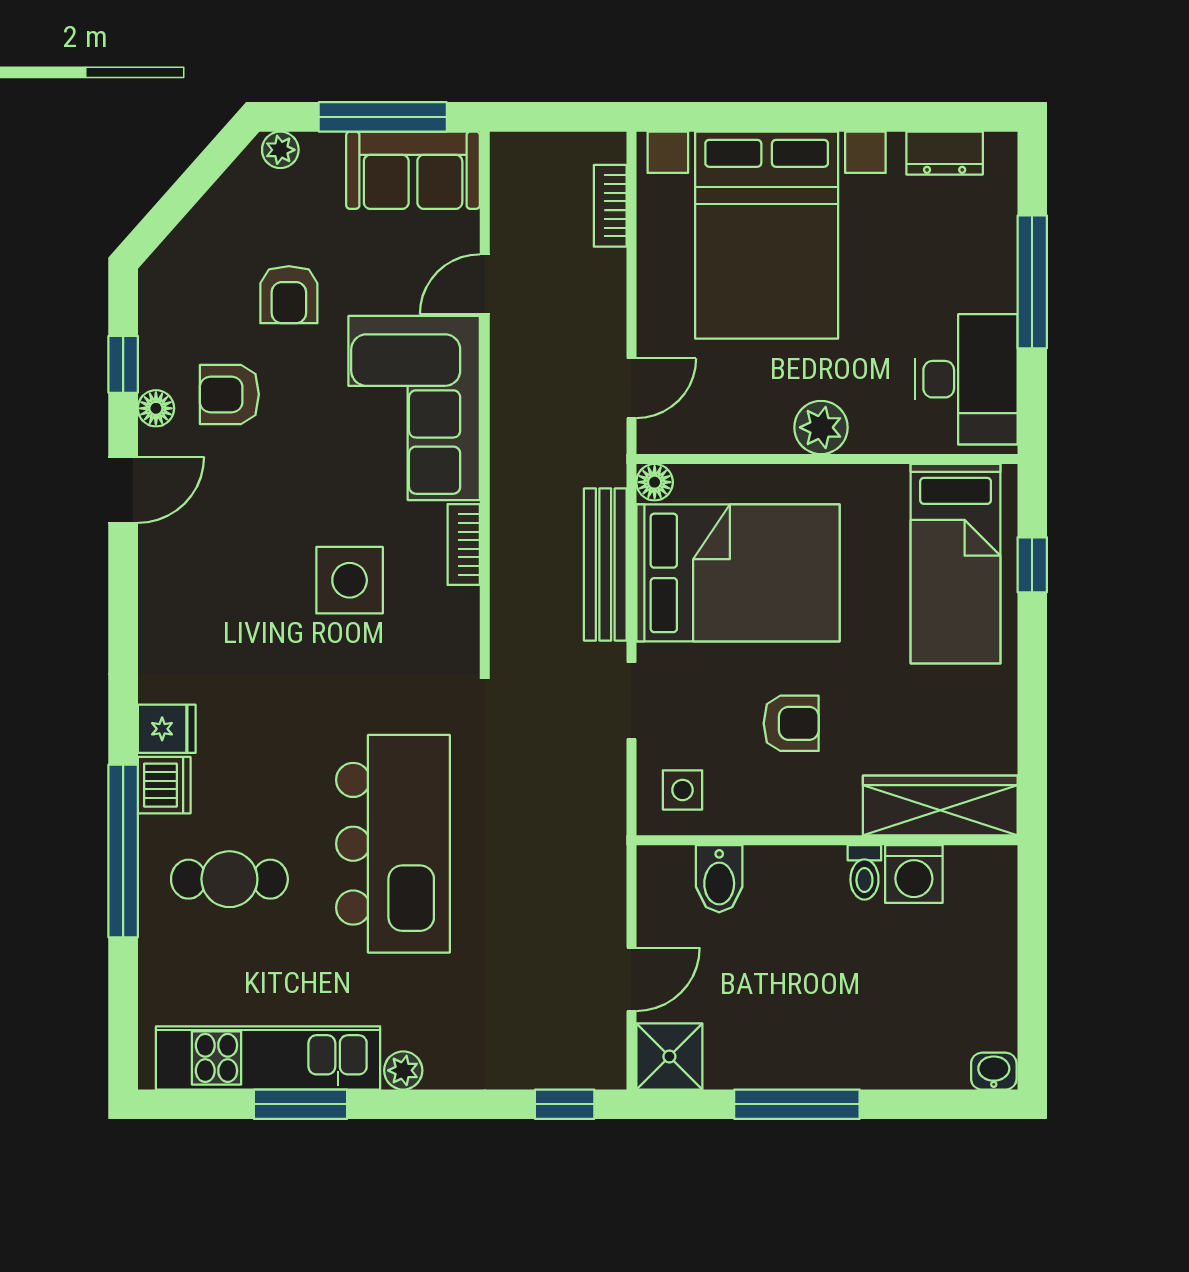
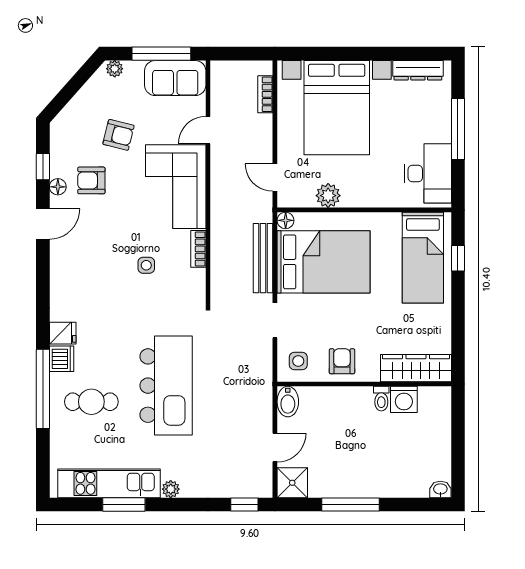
dresser: (945, 153) -> (418, 70), width x1.44
armchair: (289, 295) -> (119, 135), turned -76
door: (631, 388) -> (275, 178), swing flipped
plant: (821, 427) -> (328, 196), moved
side table: (350, 580) -> (146, 265), width x0.54, depth x0.54
armchair: (791, 723) -> (342, 361), moved, turned -90
bidet: (719, 879) -> (288, 402), moved

